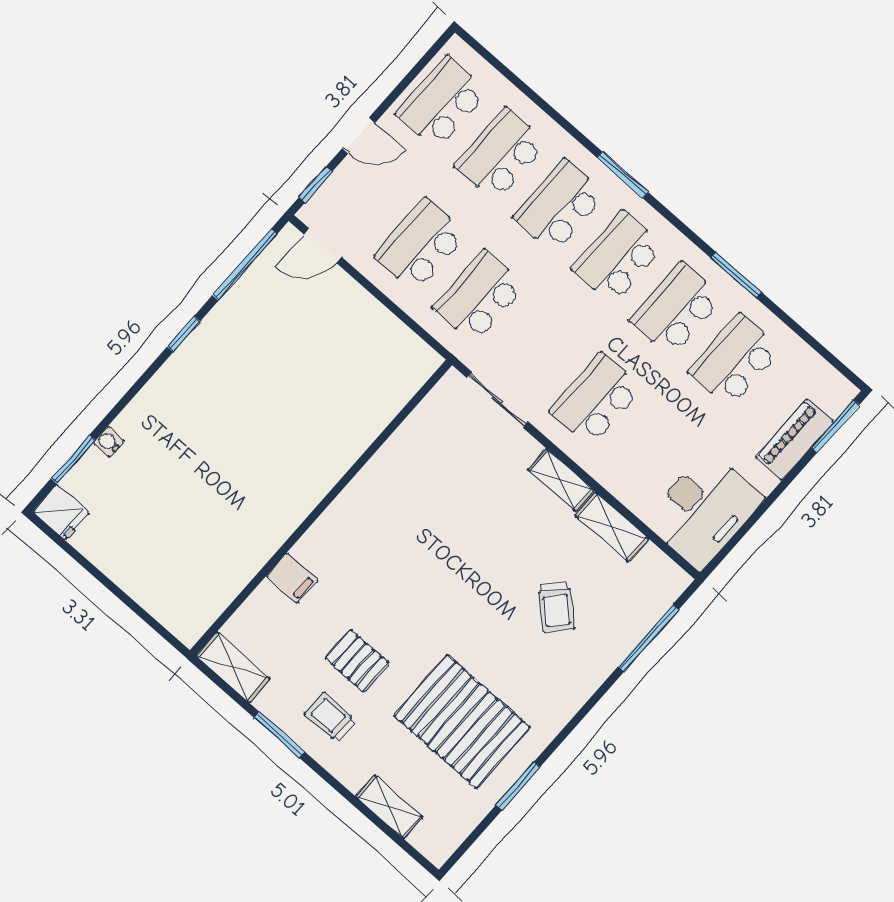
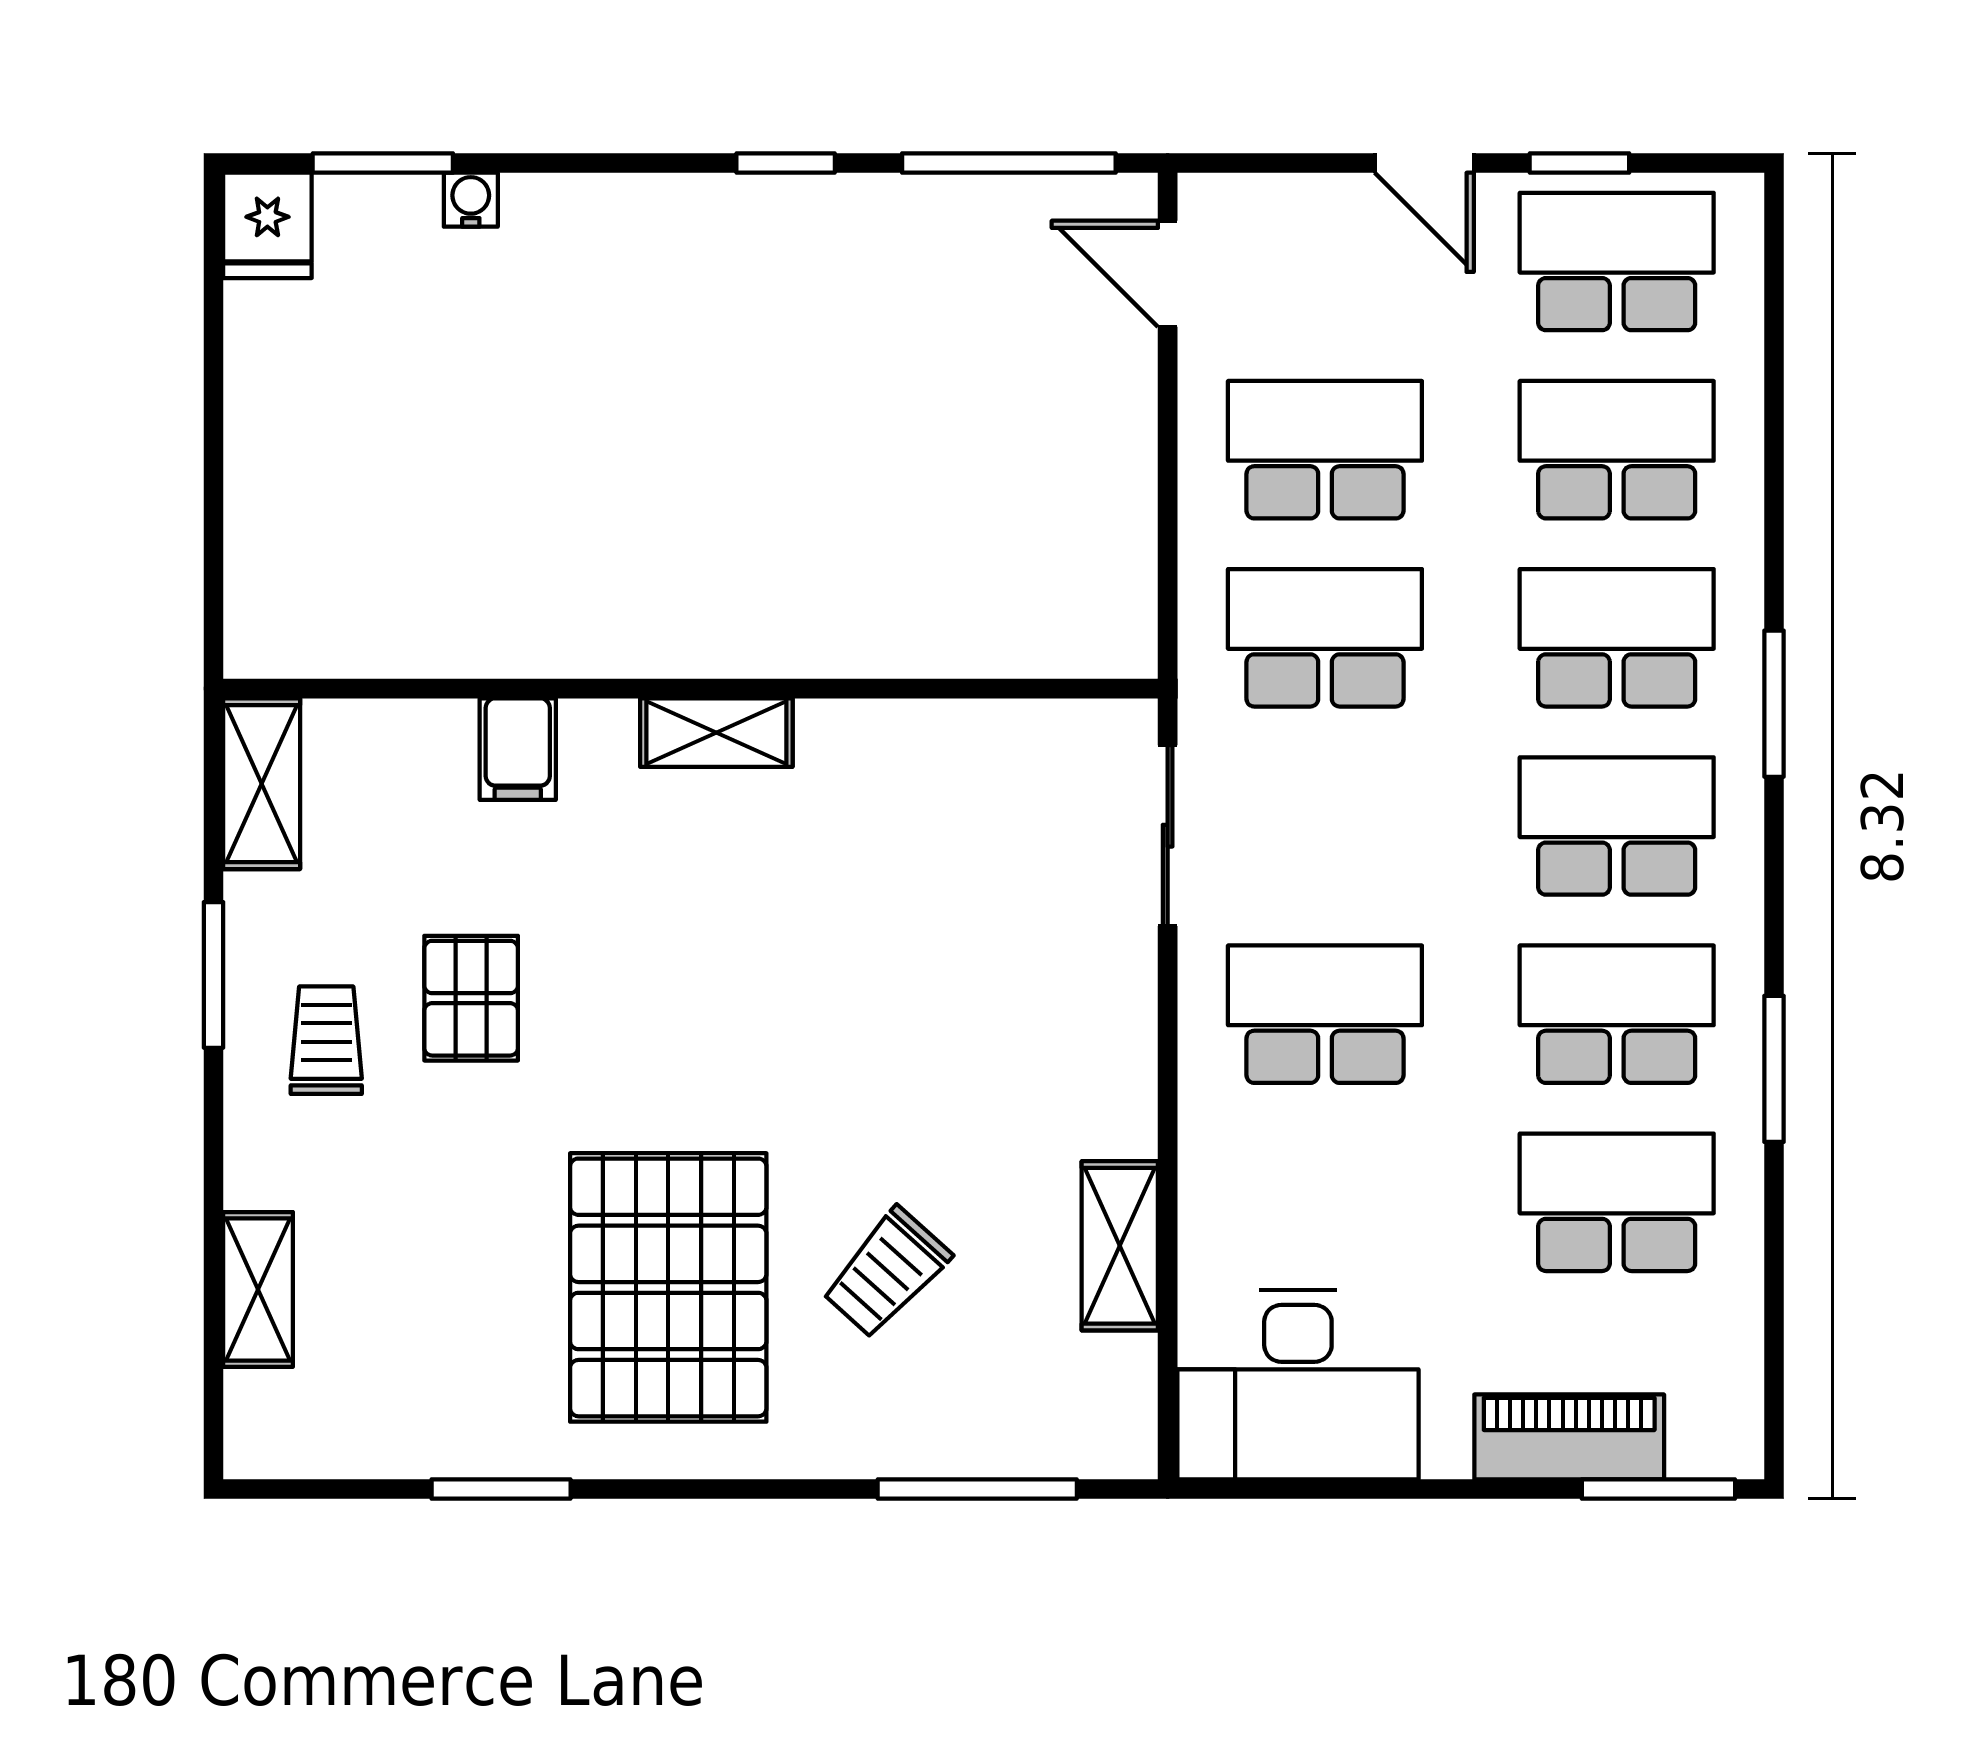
window: (315, 185) -> (1579, 163), moved
shelving: (561, 480) -> (716, 733), moved, turned 90
pallet: (462, 722) -> (668, 1287), moved

